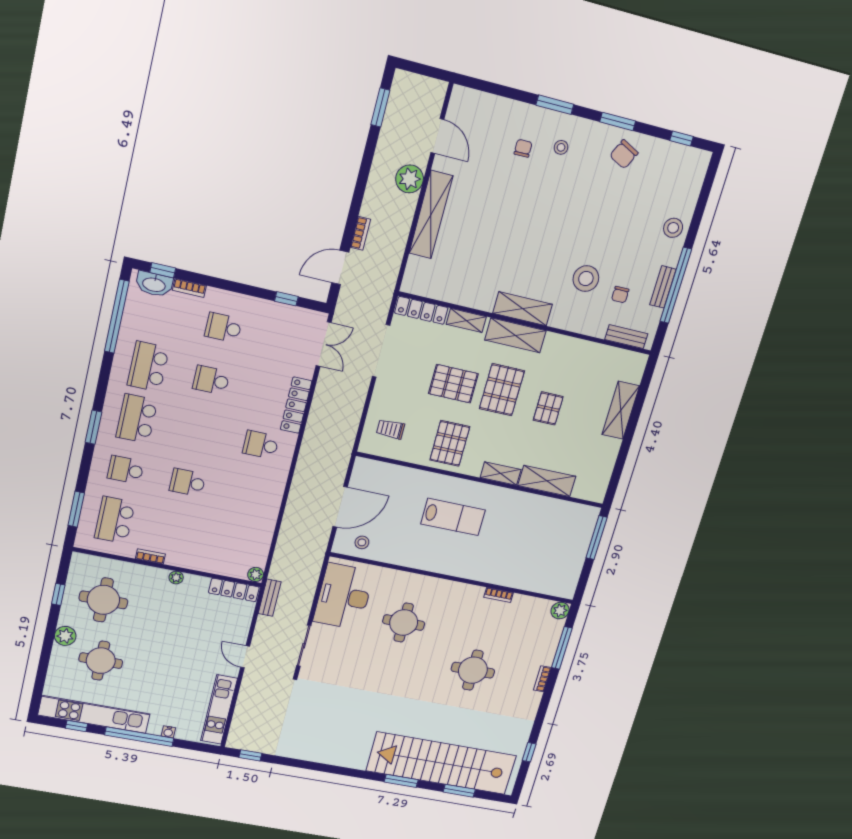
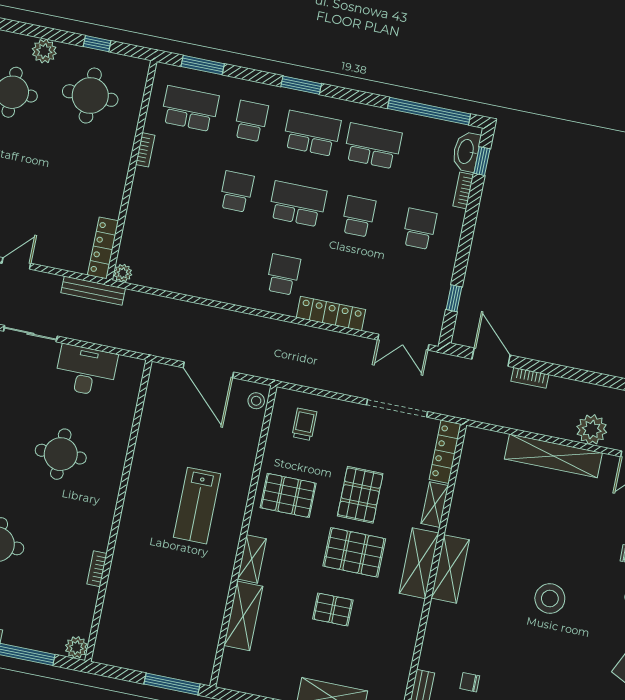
stool: (586, 279) -> (550, 599), moved
school desk: (199, 432) -> (298, 204), added
stool: (362, 542) -> (256, 401), moved
plant: (176, 578) -> (119, 180), removed
desk: (344, 596) -> (86, 371), width x0.73, depth x0.77
bench: (270, 598) -> (93, 291), width x1.36

